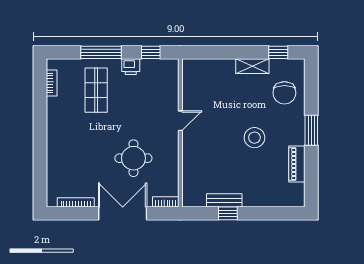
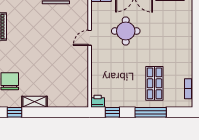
printer: (131, 67) -> (98, 101), moved
door: (180, 121) -> (90, 38), moved
stool: (254, 138) -> (33, 47), removed

